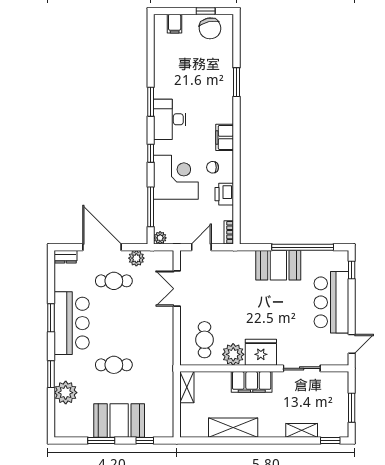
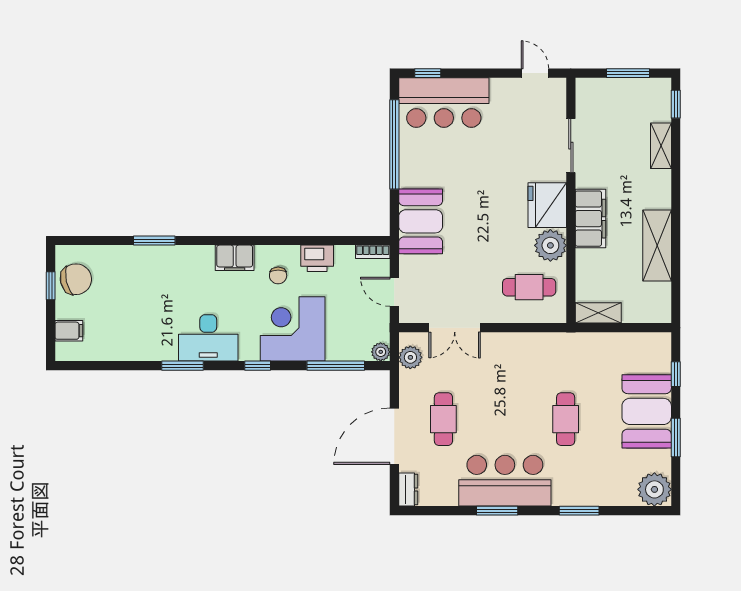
plant: (136, 258) -> (410, 357), moved
booth: (278, 265) -> (421, 221), moved
bar counter: (331, 302) -> (444, 103), moved
plant: (66, 393) -> (654, 489), moved

